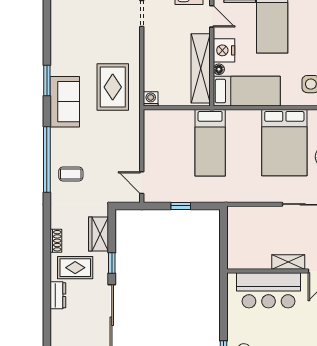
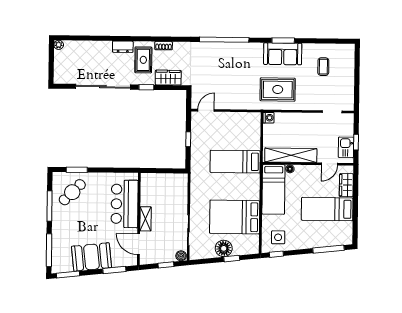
nightstand: (224, 50) -> (304, 173), removed
sofa: (65, 102) -> (283, 54), moved
coffee table: (71, 174) -> (323, 67), moved

